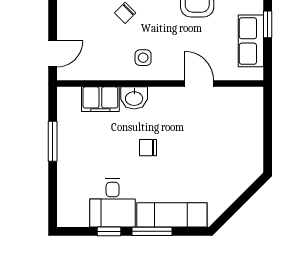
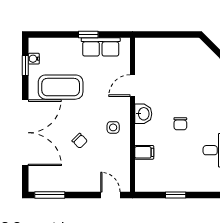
washbasin: (134, 98) -> (143, 114), moved
filing cabinet: (100, 99) -> (144, 152), width x0.50
window: (53, 141) -> (176, 195), width x0.67

